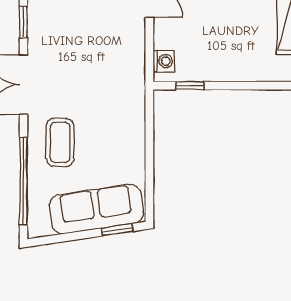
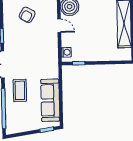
sofa: (96, 209) -> (50, 100), moved, turned -82

